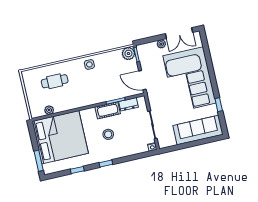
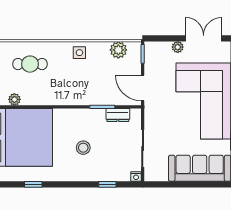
double door: (179, 33) -> (204, 38), swing flipped
plant: (128, 54) -> (118, 50), moved
cot: (108, 110) -> (90, 117), removed
window: (106, 163) -> (107, 184), moved

